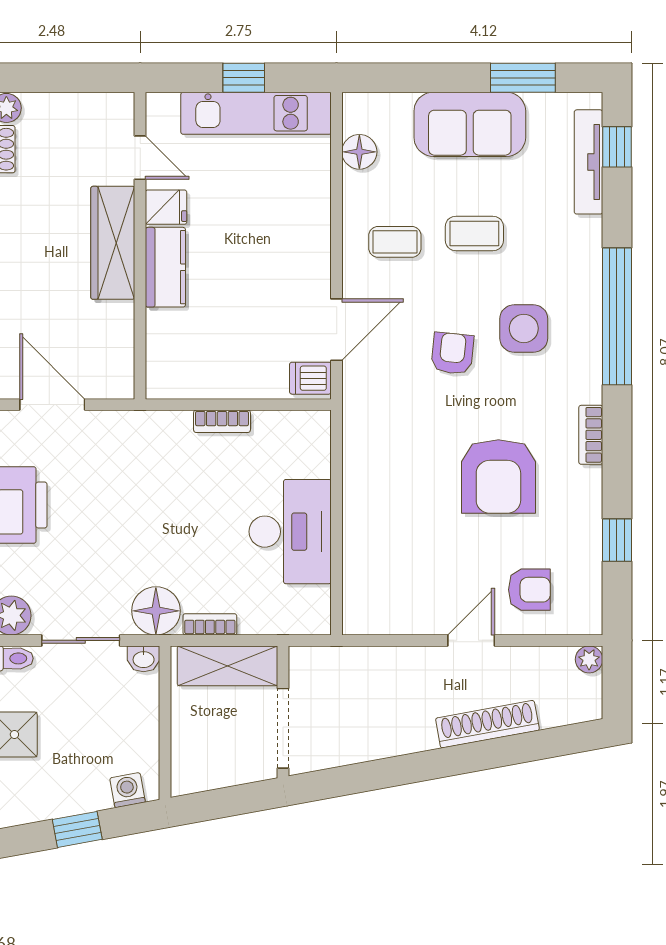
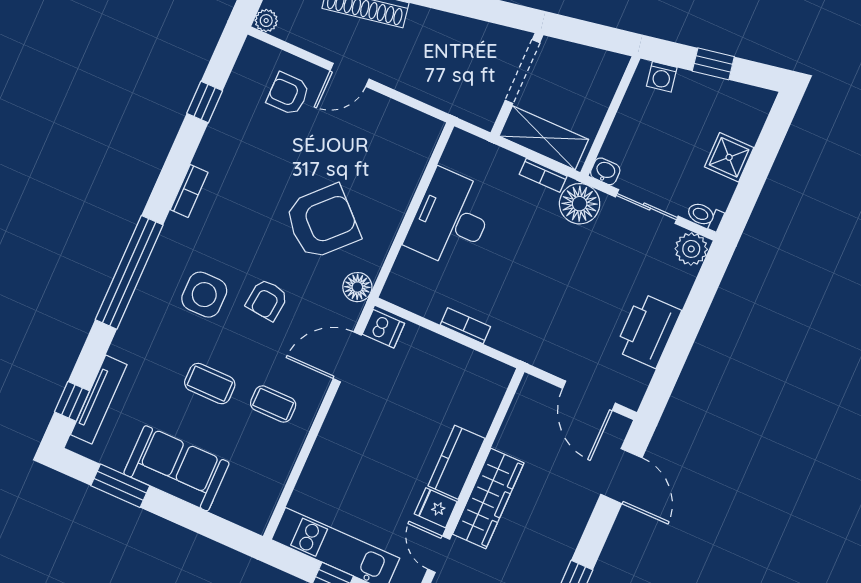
floor lamp: (359, 152) -> (357, 287), moved
armchair: (498, 476) -> (322, 222), moved, turned 44

